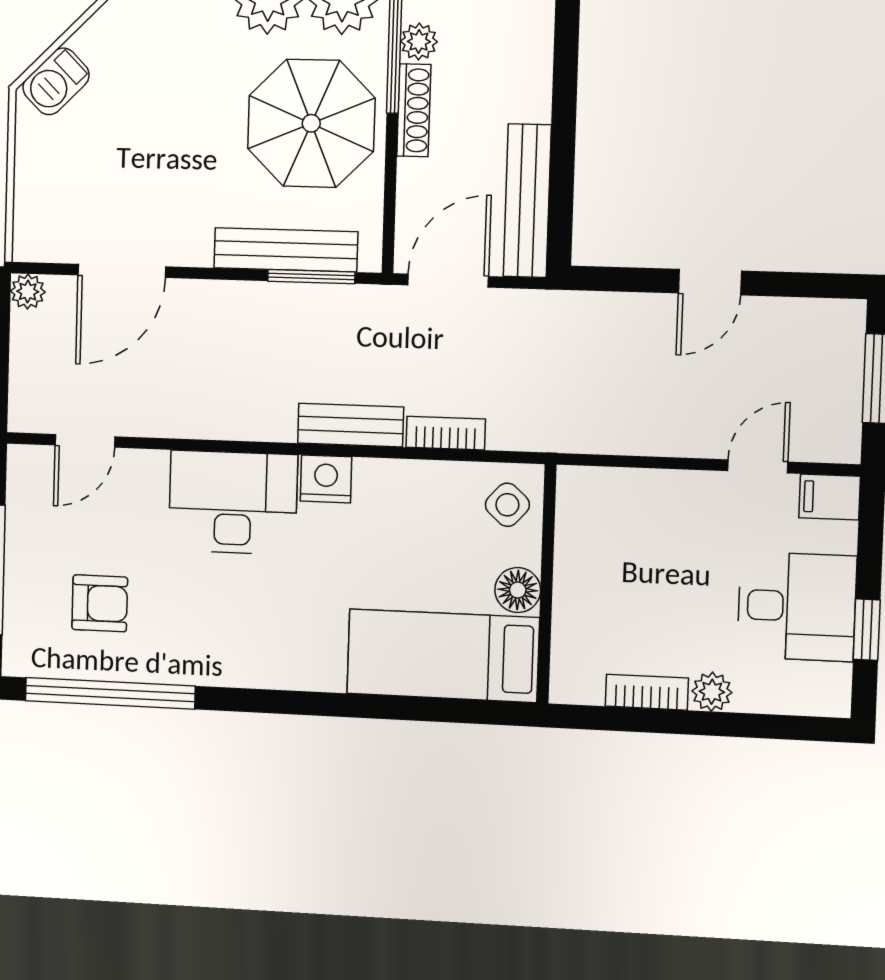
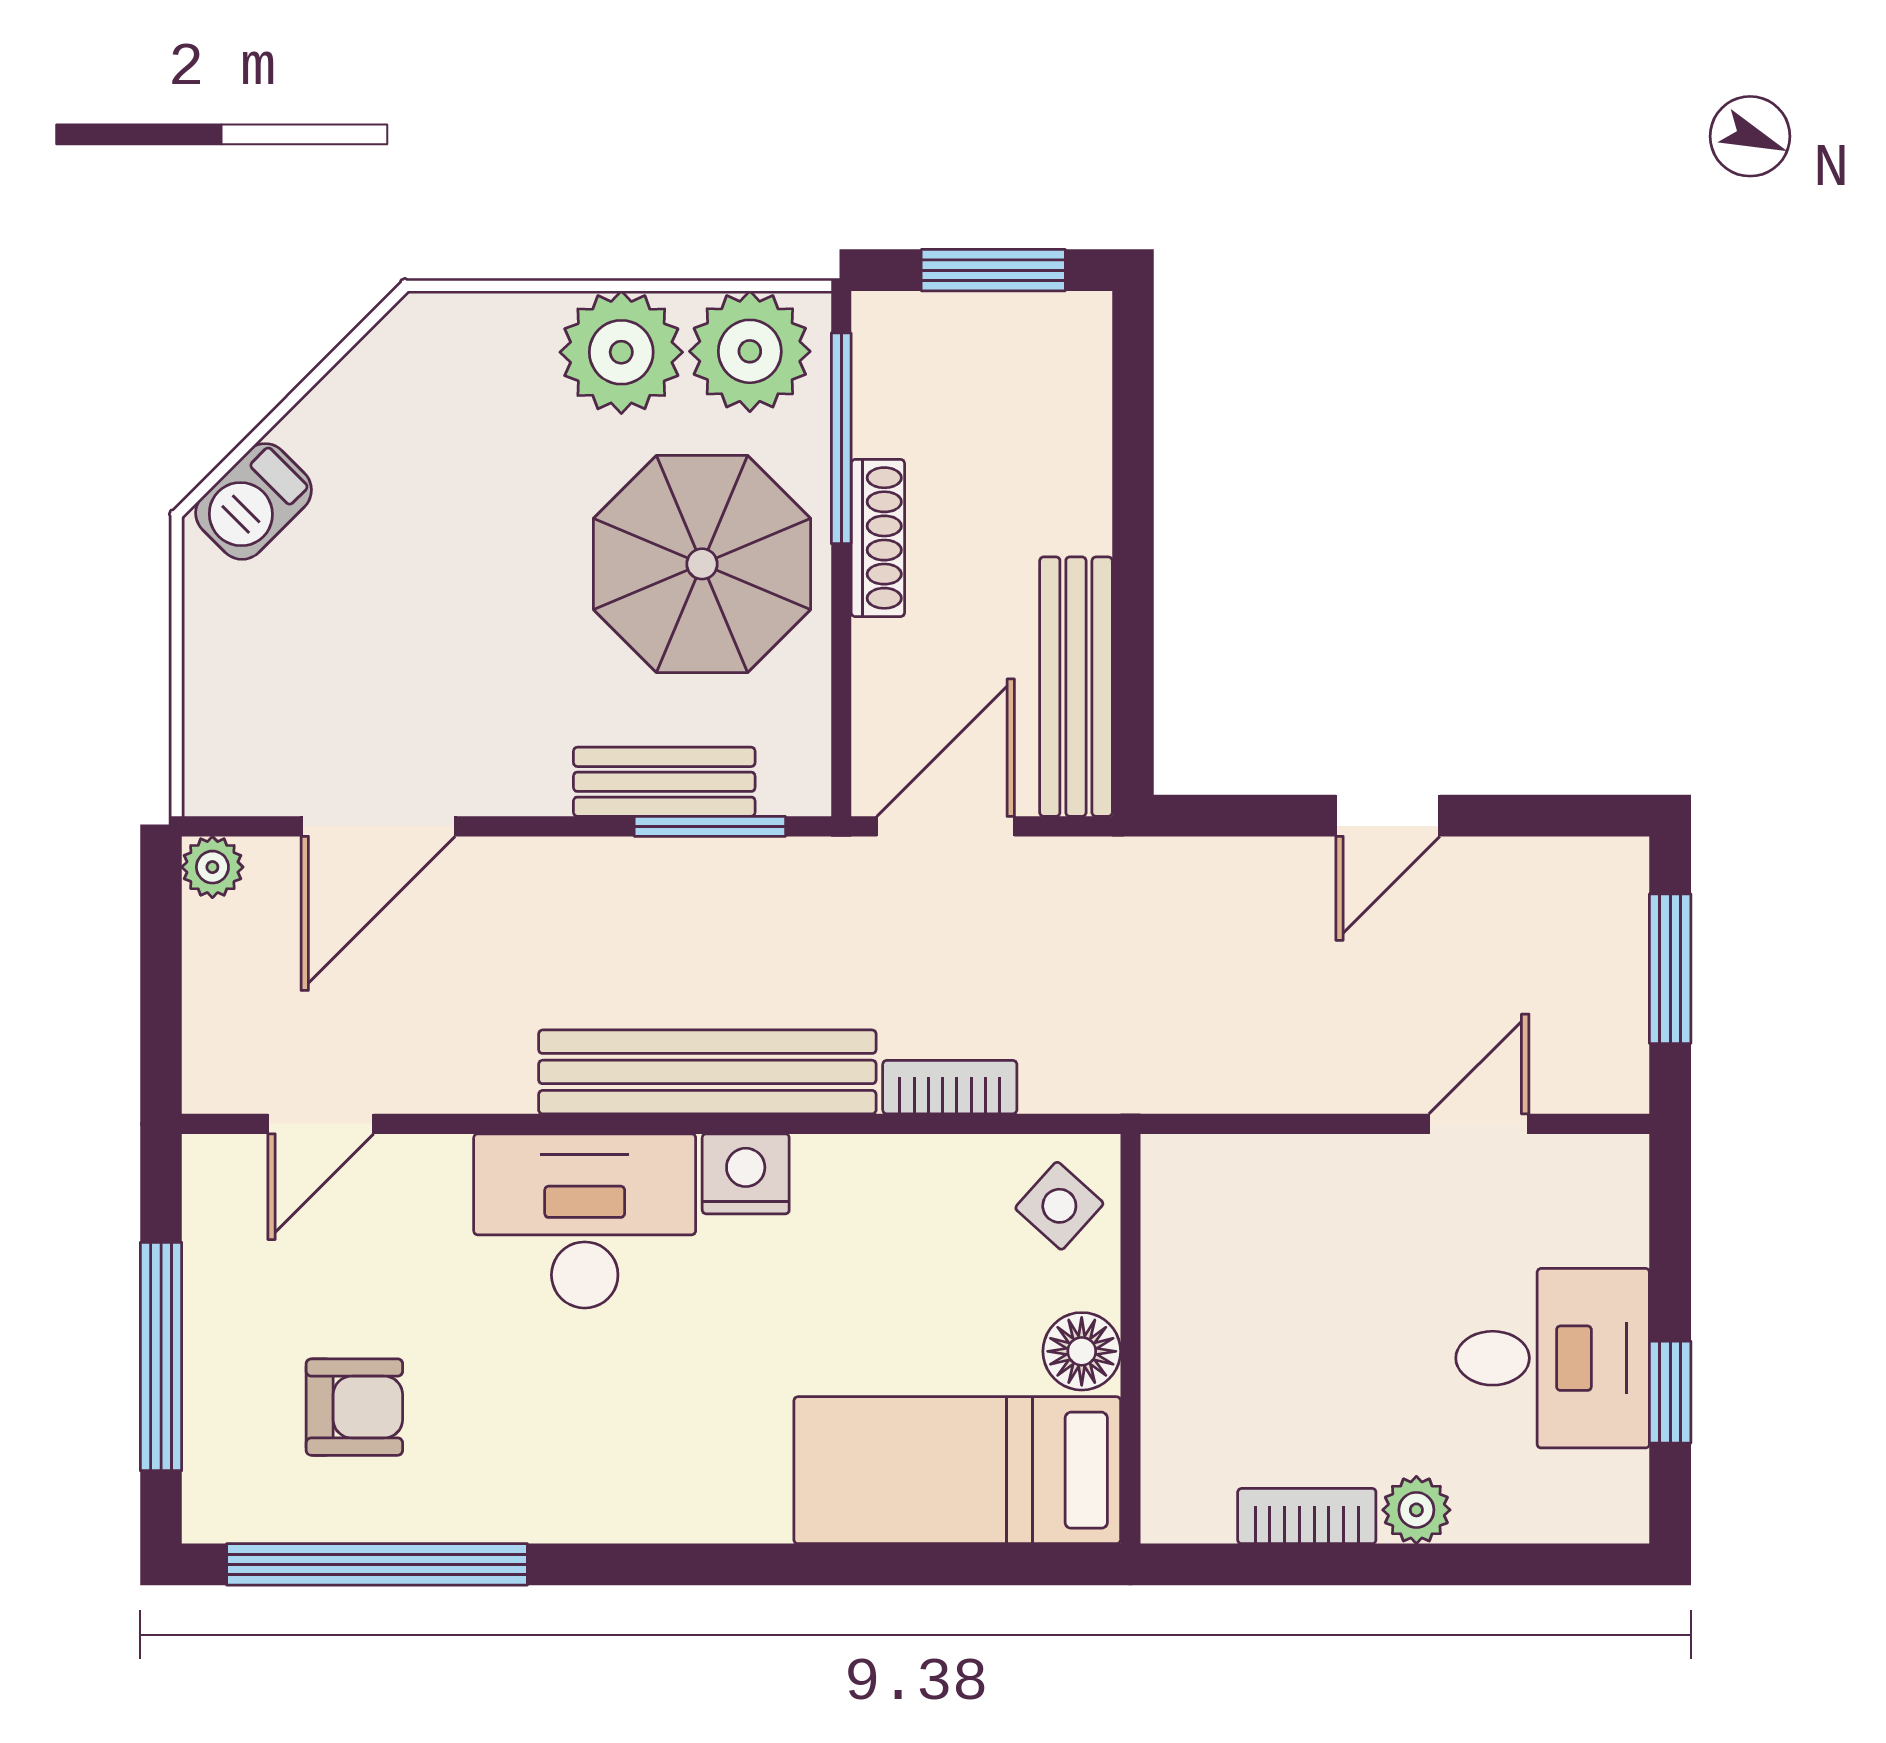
plant: (419, 42) -> (883, 421), removed
bench: (286, 250) -> (664, 782), width x0.73
bench: (351, 425) -> (707, 1072), width x1.86, depth x1.21
filing cabinet: (830, 497) -> (1600, 1171), removed

